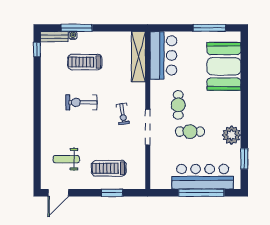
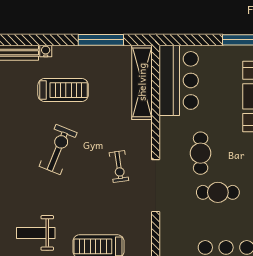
window: (77, 28) -> (101, 40), moved
treadmill: (85, 62) -> (63, 90), turned 180
exercise bike: (81, 102) -> (58, 149), turned 112

